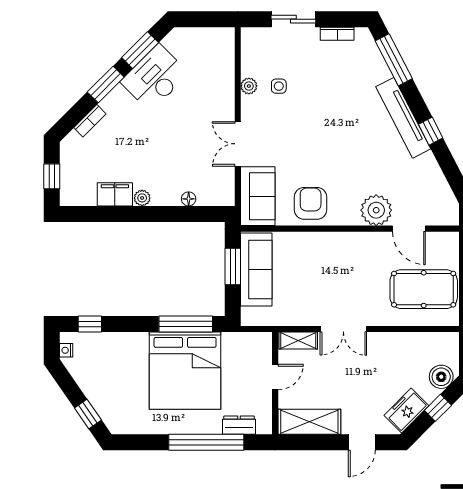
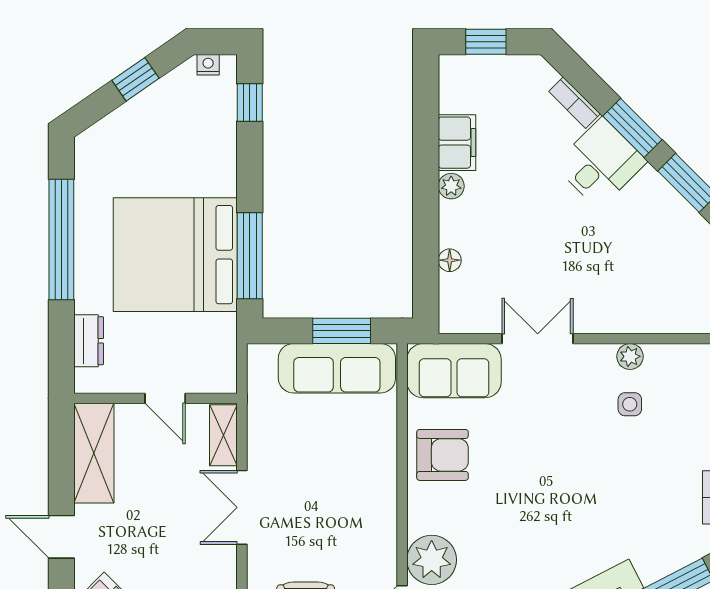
desk: (155, 78) -> (600, 163), moved, width x0.73
window: (88, 414) -> (136, 79), moved
window: (206, 442) -> (61, 240), moved

